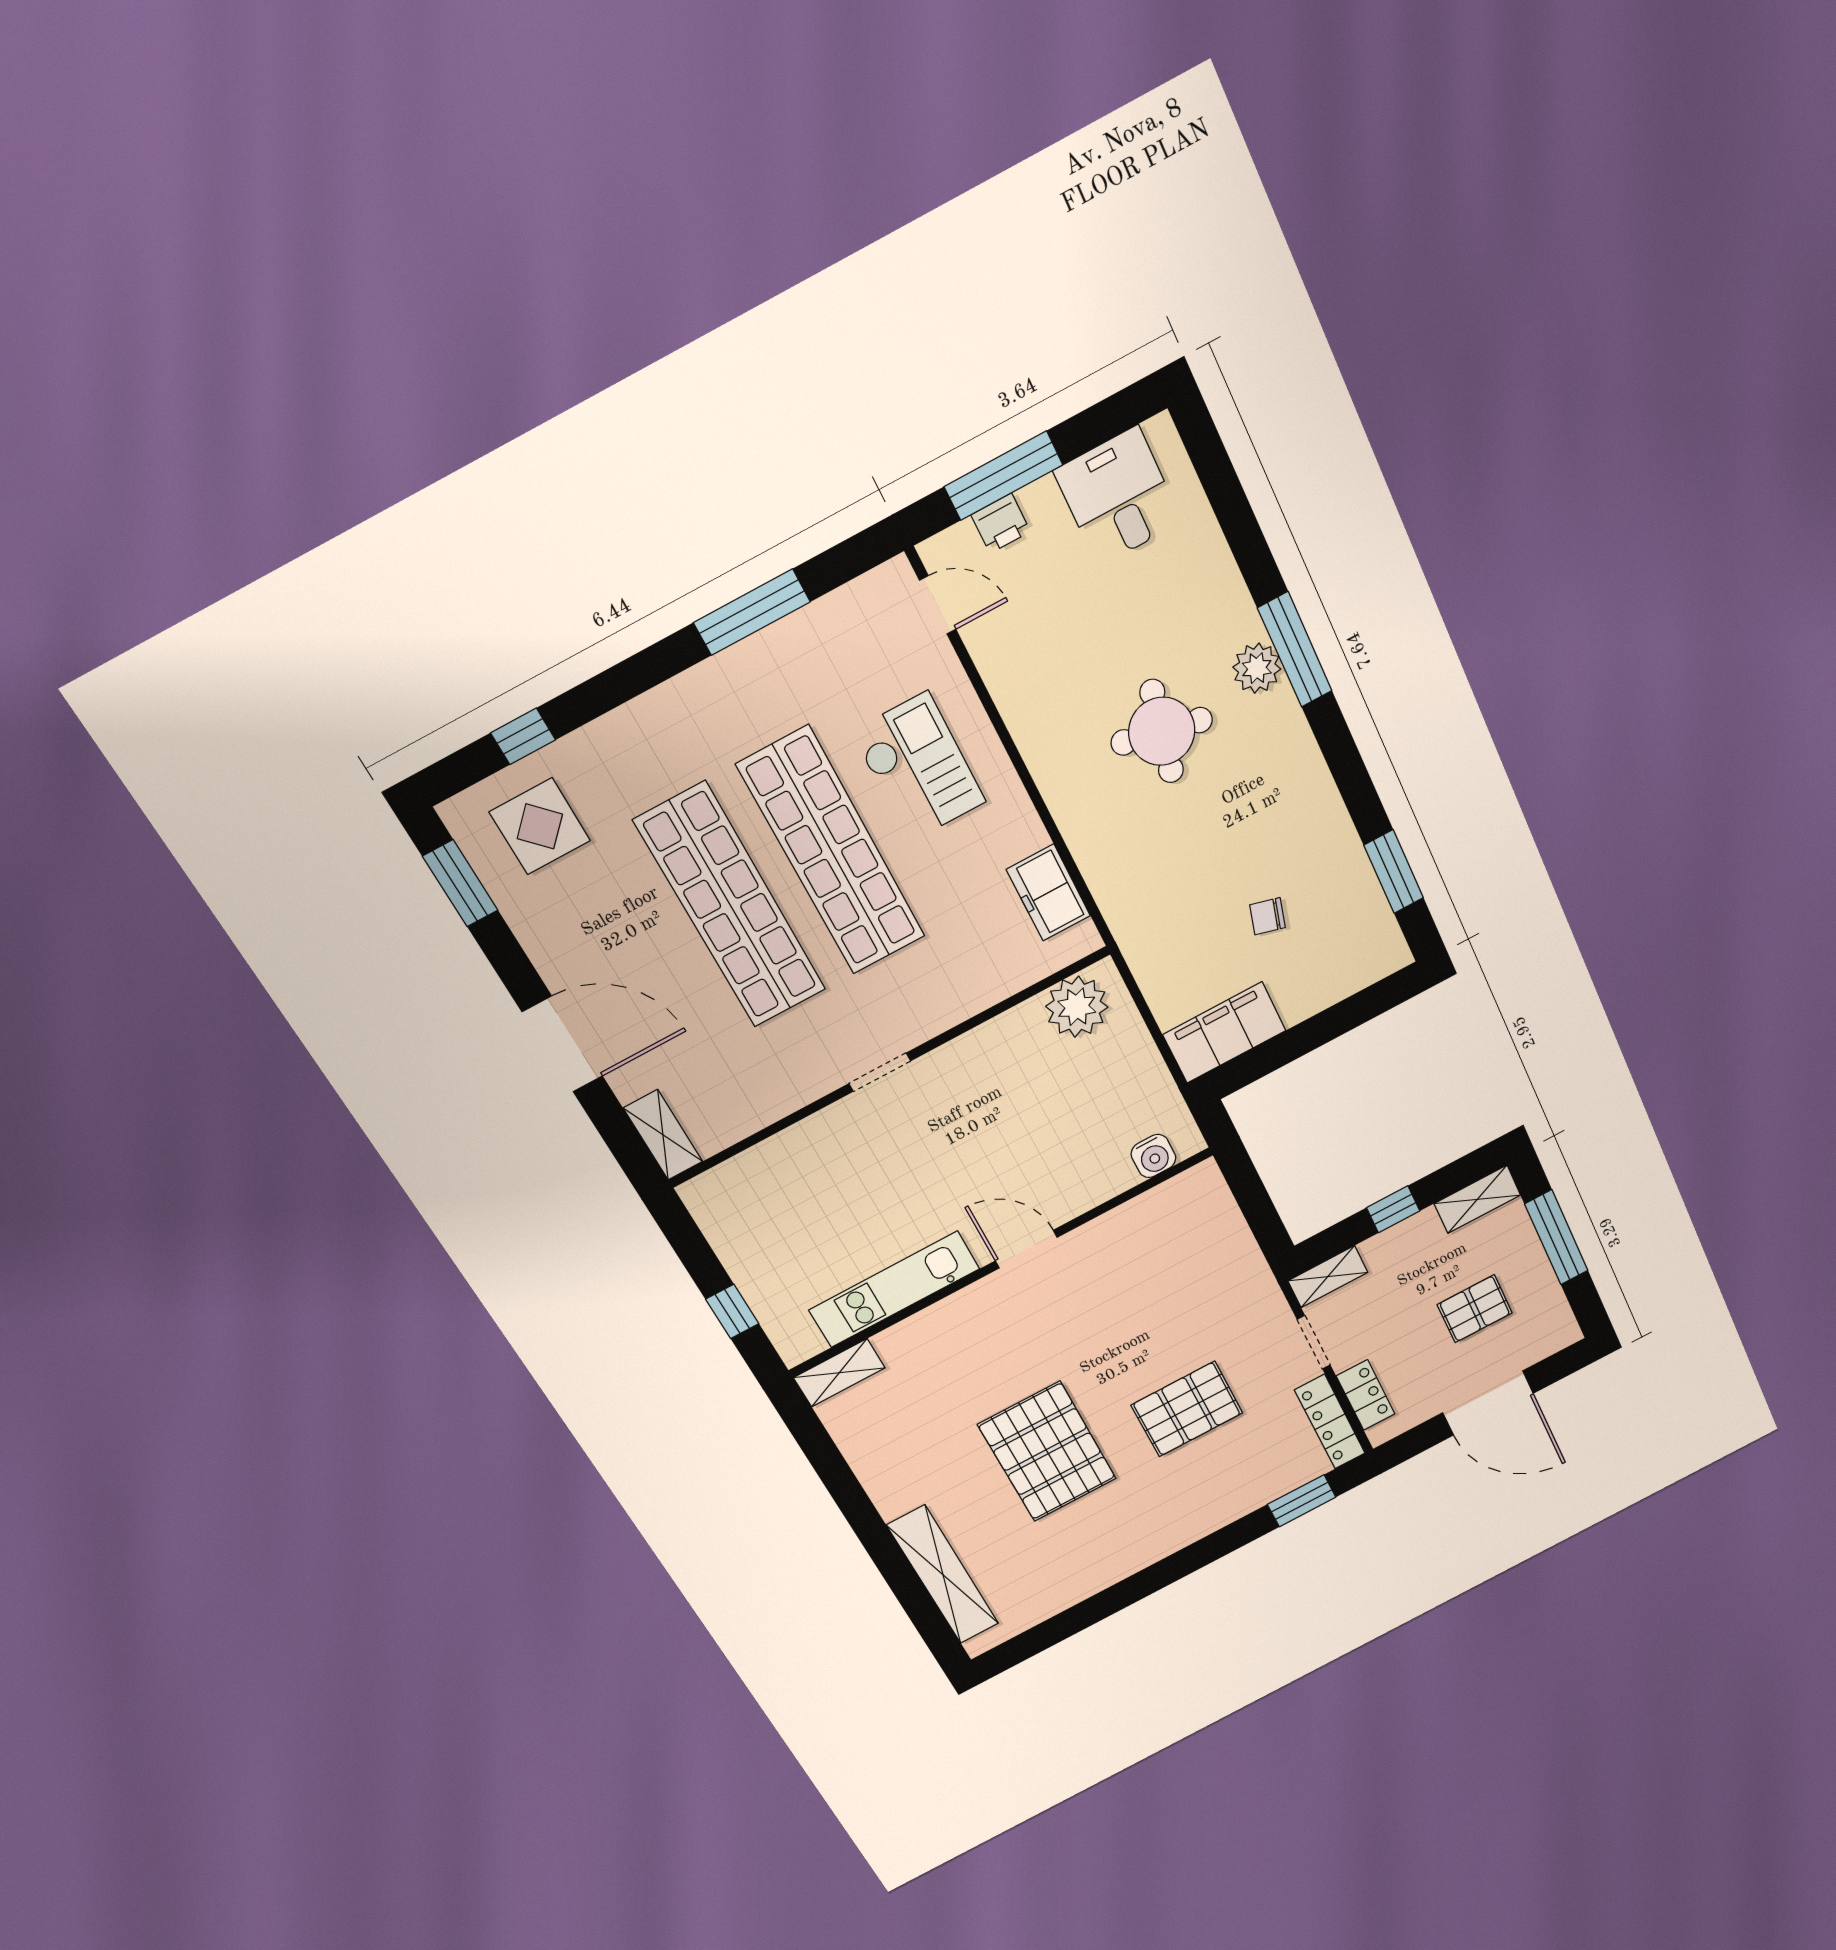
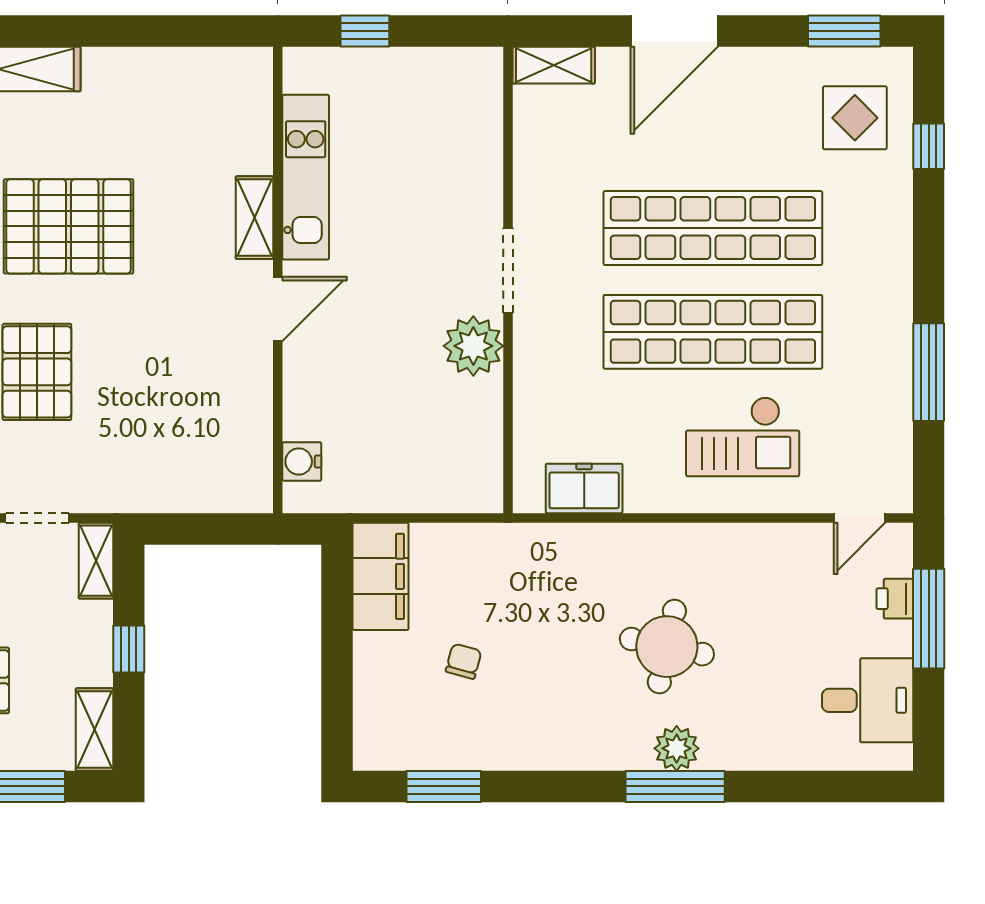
plant: (1077, 1007) -> (473, 346), moved
doorway: (880, 1072) -> (508, 270), width x1.38
shelving: (839, 1373) -> (254, 218), moved

